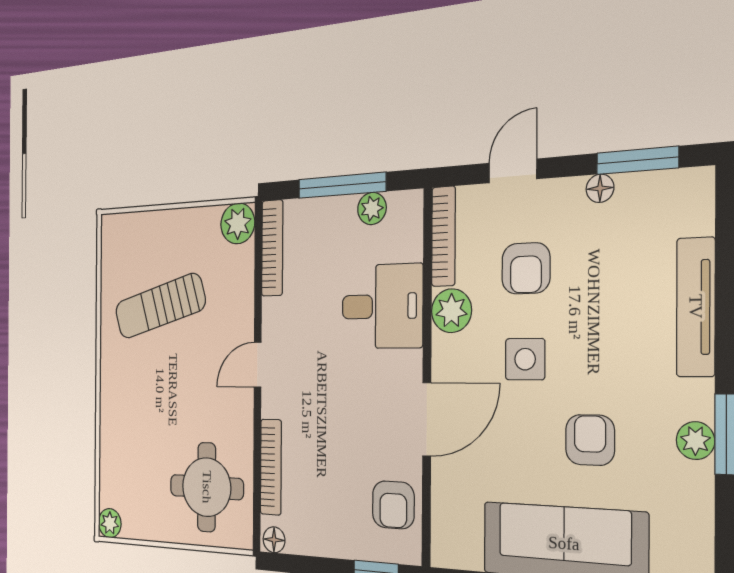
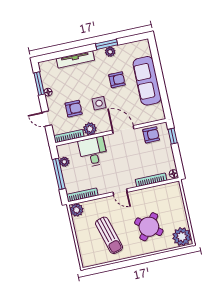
armchair: (590, 440) -> (117, 80), turned 180
round table: (207, 487) -> (149, 227), moved, turned 38
plant: (110, 523) -> (182, 237), width x1.88, depth x1.88

